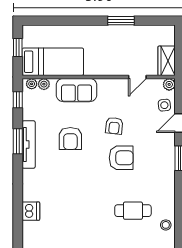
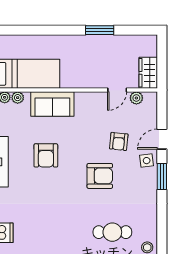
plant: (169, 84) -> (136, 98), moved
side table: (164, 105) -> (147, 161), moved
armchair: (114, 126) -> (119, 141), moved

